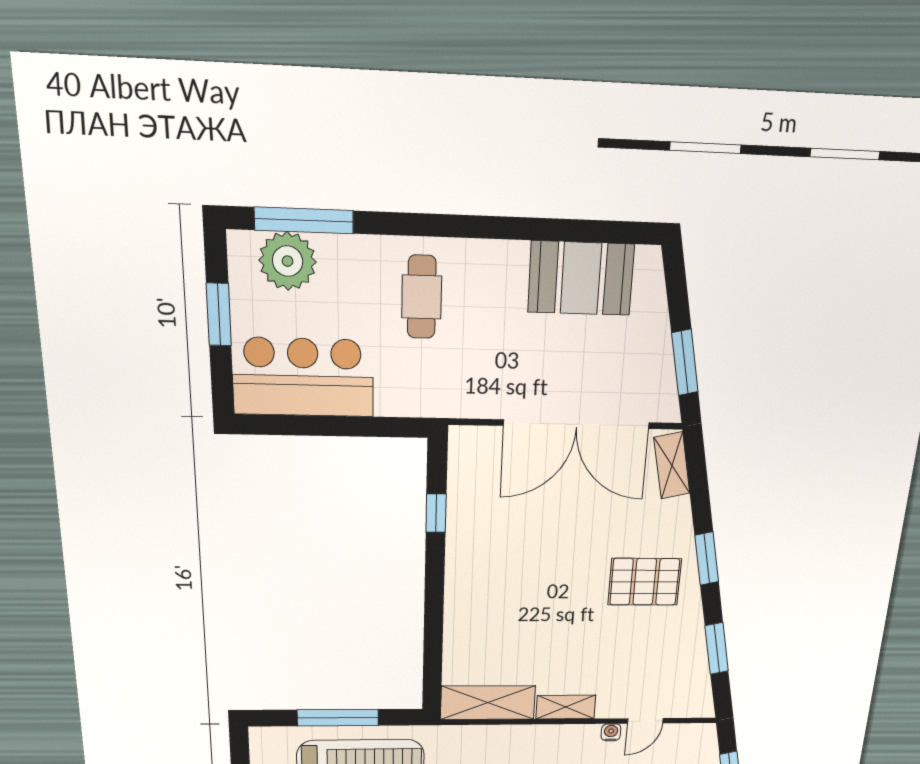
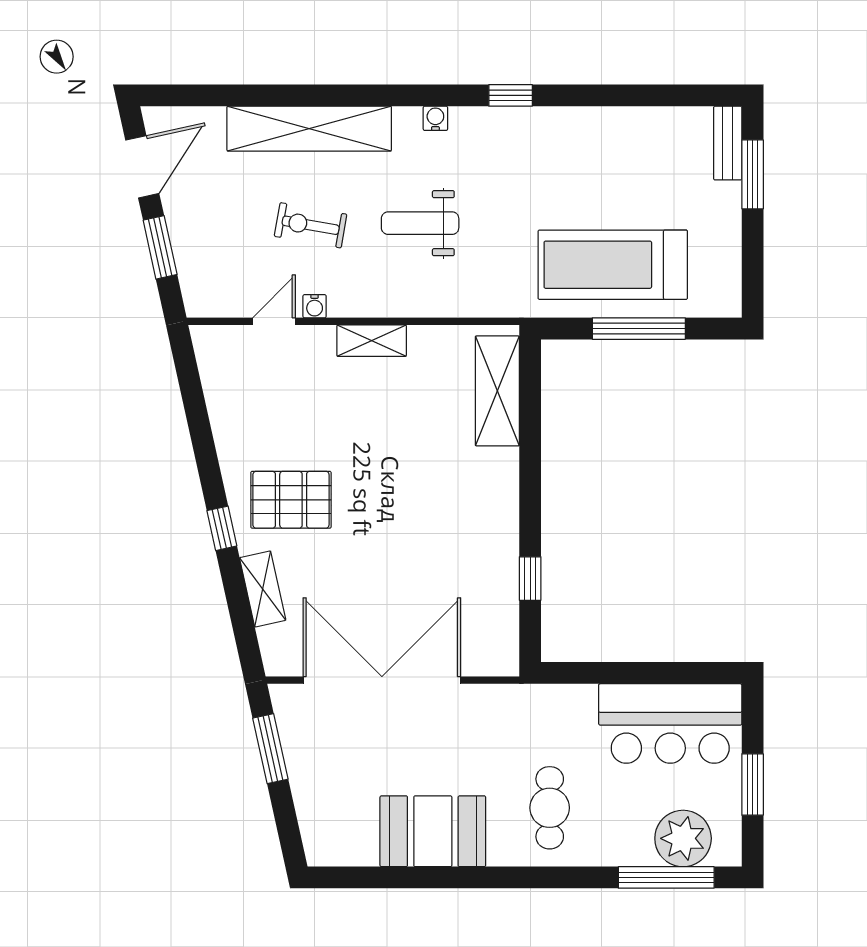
booth: (581, 278) -> (433, 831), moved
shelving: (672, 465) -> (263, 589), moved
window: (707, 559) -> (222, 528), width x0.67
window: (717, 648) -> (197, 416), removed
shelving: (488, 703) -> (497, 391), moved, turned 90

